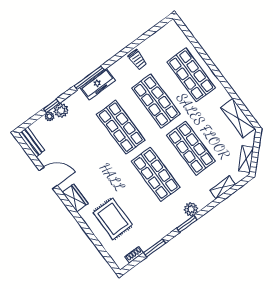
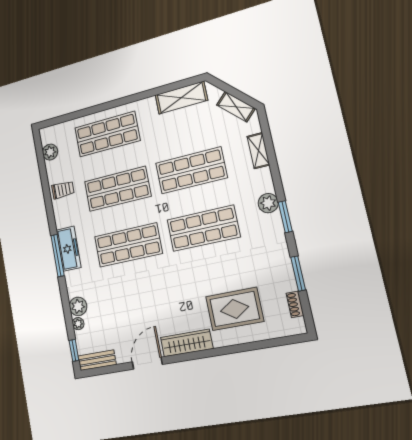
plant: (160, 36) -> (50, 152), added
window: (51, 106) -> (74, 350), moved
wardrobe: (75, 198) -> (187, 343), width x1.50

